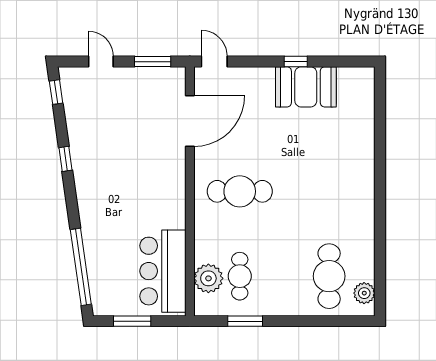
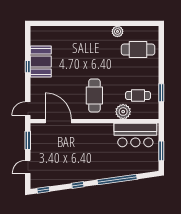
window: (81, 267) -> (117, 179), moved
plant: (208, 278) -> (123, 112), moved
plant: (364, 293) -> (117, 31), moved

